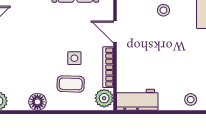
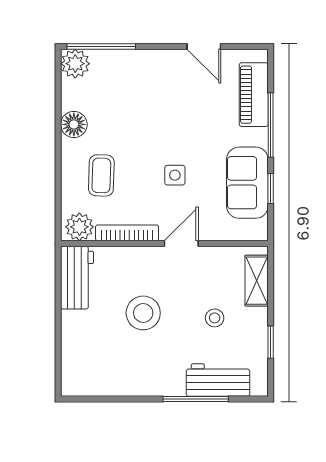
side table: (74, 58) -> (175, 175), moved
stool: (191, 100) -> (143, 313), moved, width x1.89, depth x1.89

